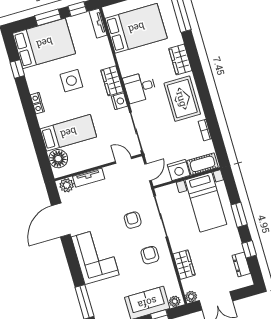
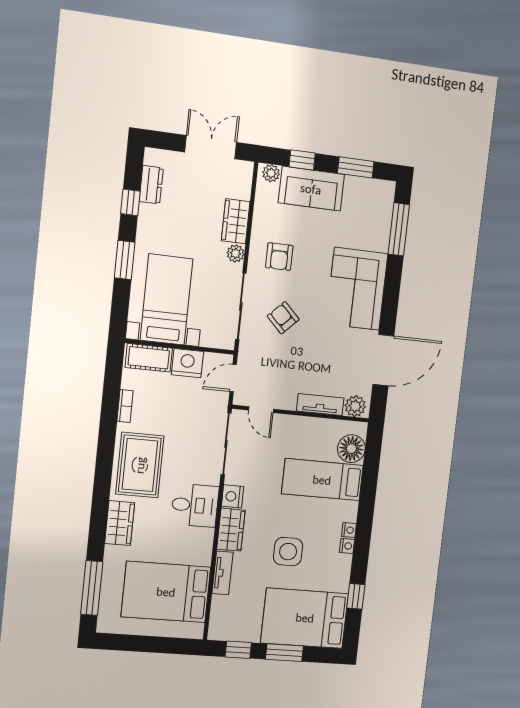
tv unit: (98, 23) -> (222, 573), moved
armchair: (133, 220) -> (283, 318), turned 135
plant: (191, 297) -> (236, 253), moved

